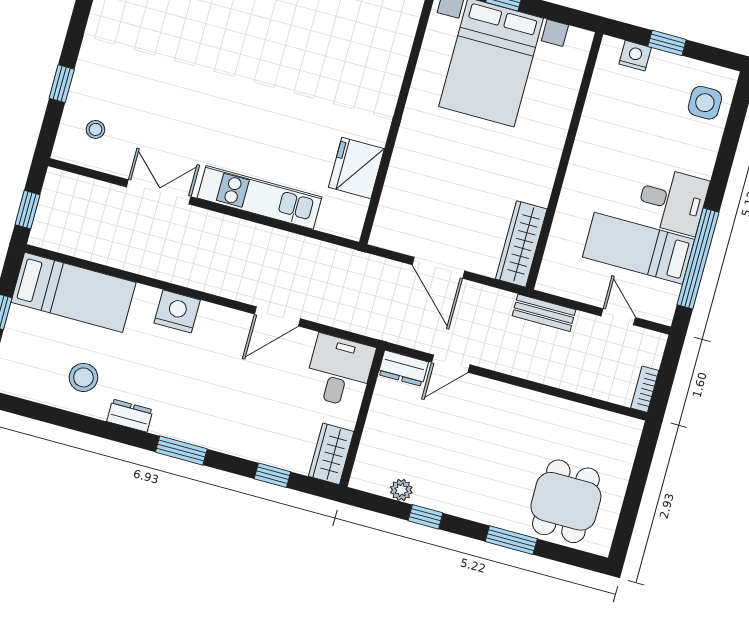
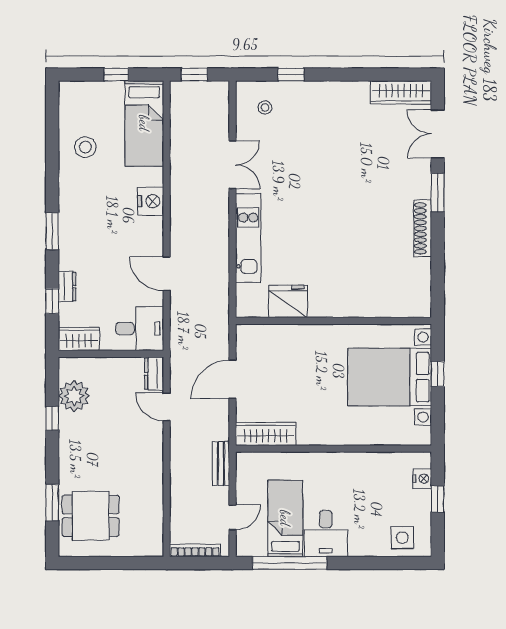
bookcase: (645, 389) -> (195, 550), width x1.56
dresser: (130, 416) -> (67, 287), moved
plant: (401, 490) -> (74, 396), width x1.88, depth x1.88
window: (511, 540) -> (52, 503), moved

